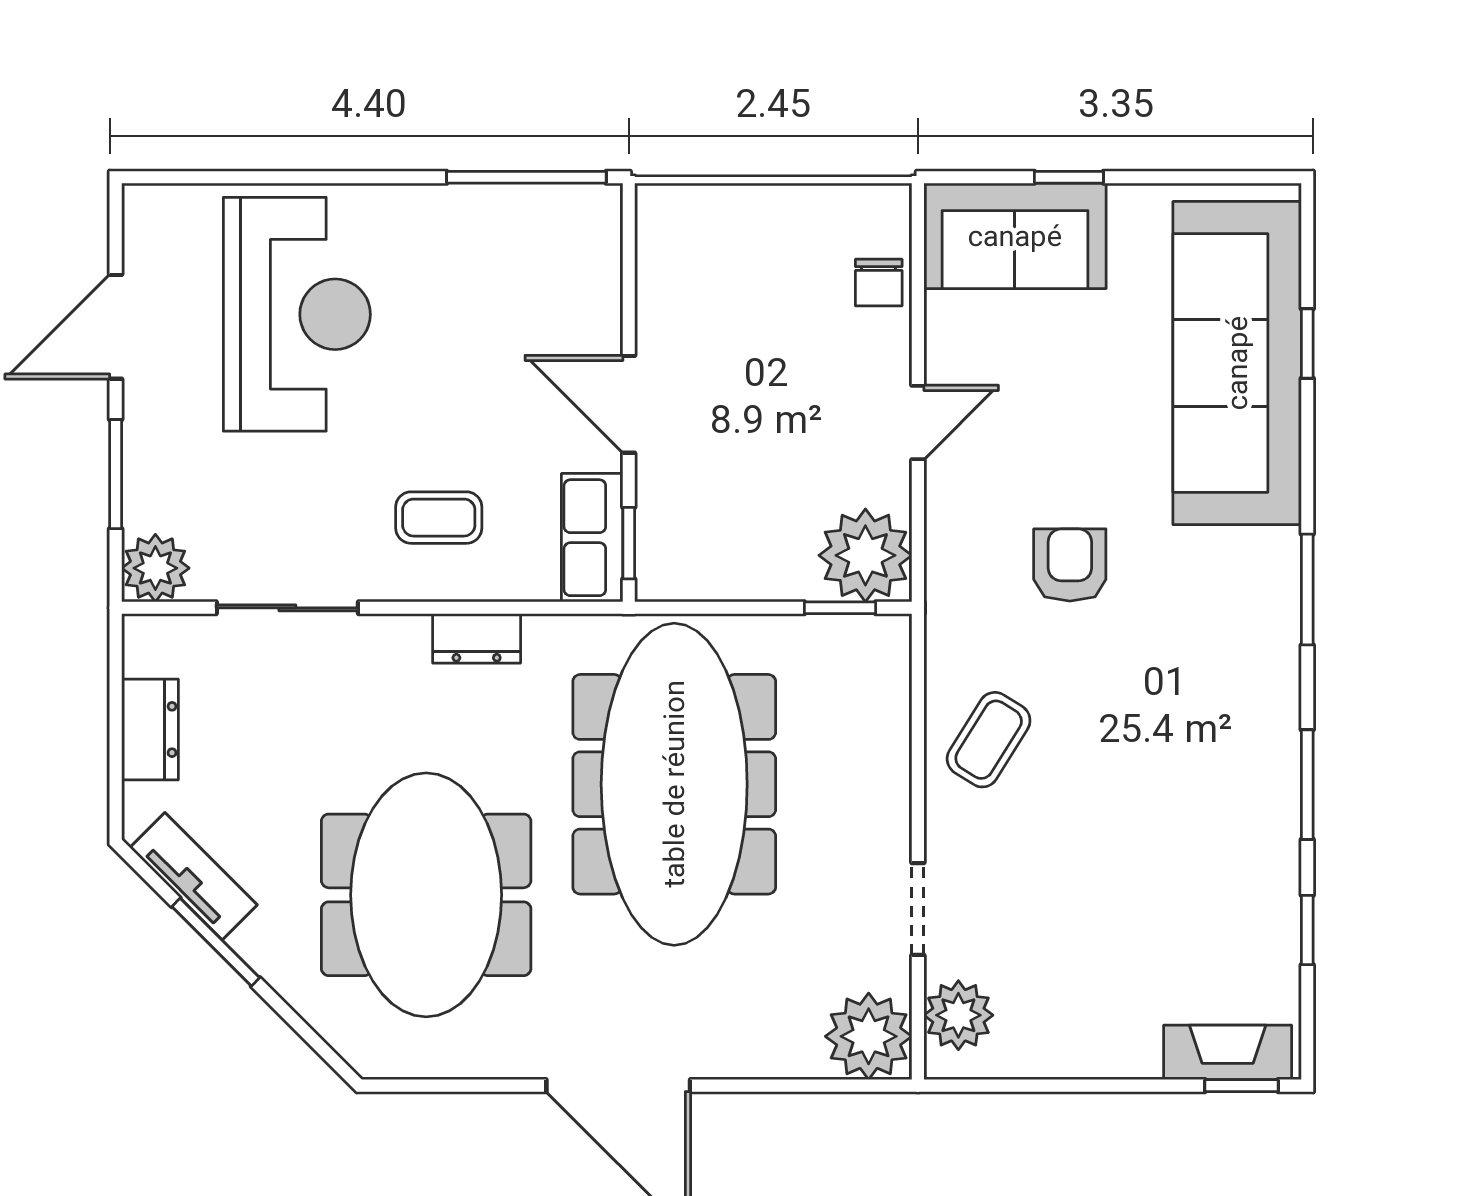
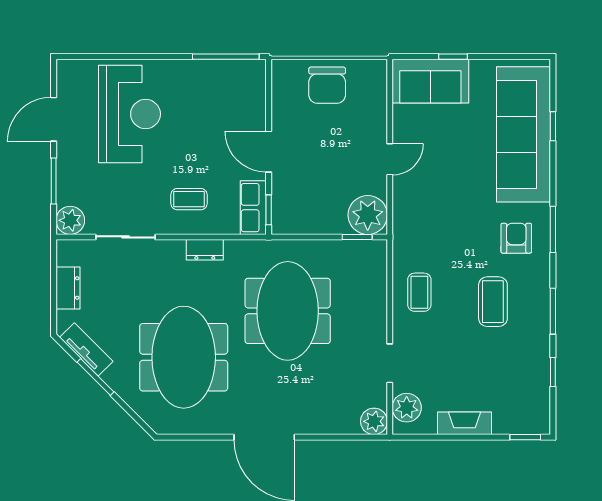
chair: (879, 283) -> (327, 85), moved, width x1.87, depth x1.87
armchair: (1070, 565) -> (516, 238), moved
coffee table: (989, 740) -> (419, 292), turned -32
coffee table: (1164, 762) -> (493, 302), added
meeting table: (674, 784) -> (288, 311), width x0.73
plant: (869, 1036) -> (374, 421), width x0.73, depth x0.73
fireplace: (1228, 1052) -> (465, 423), moved

